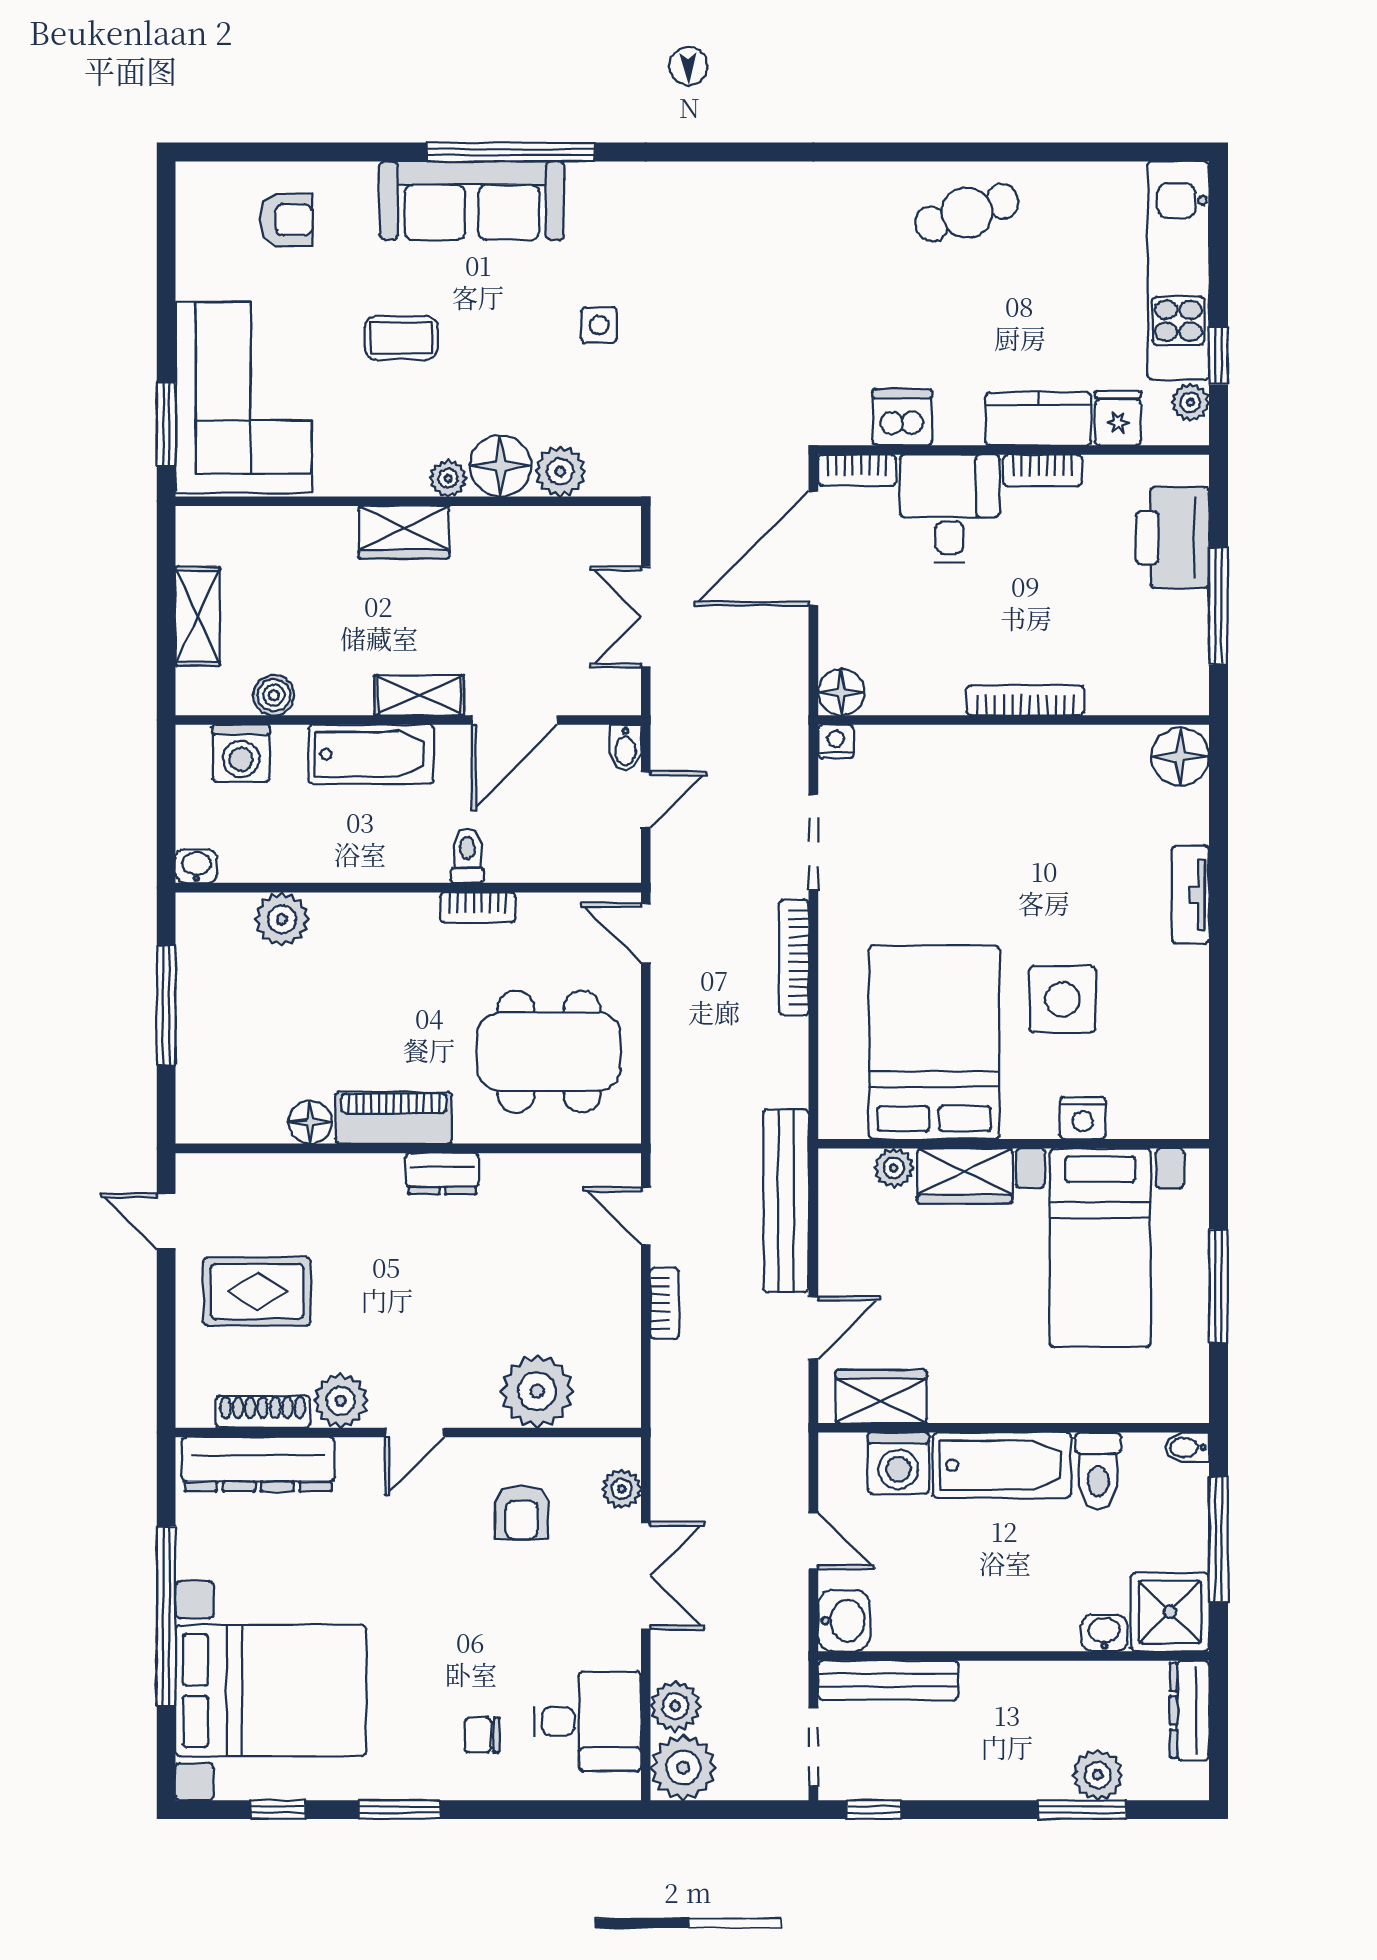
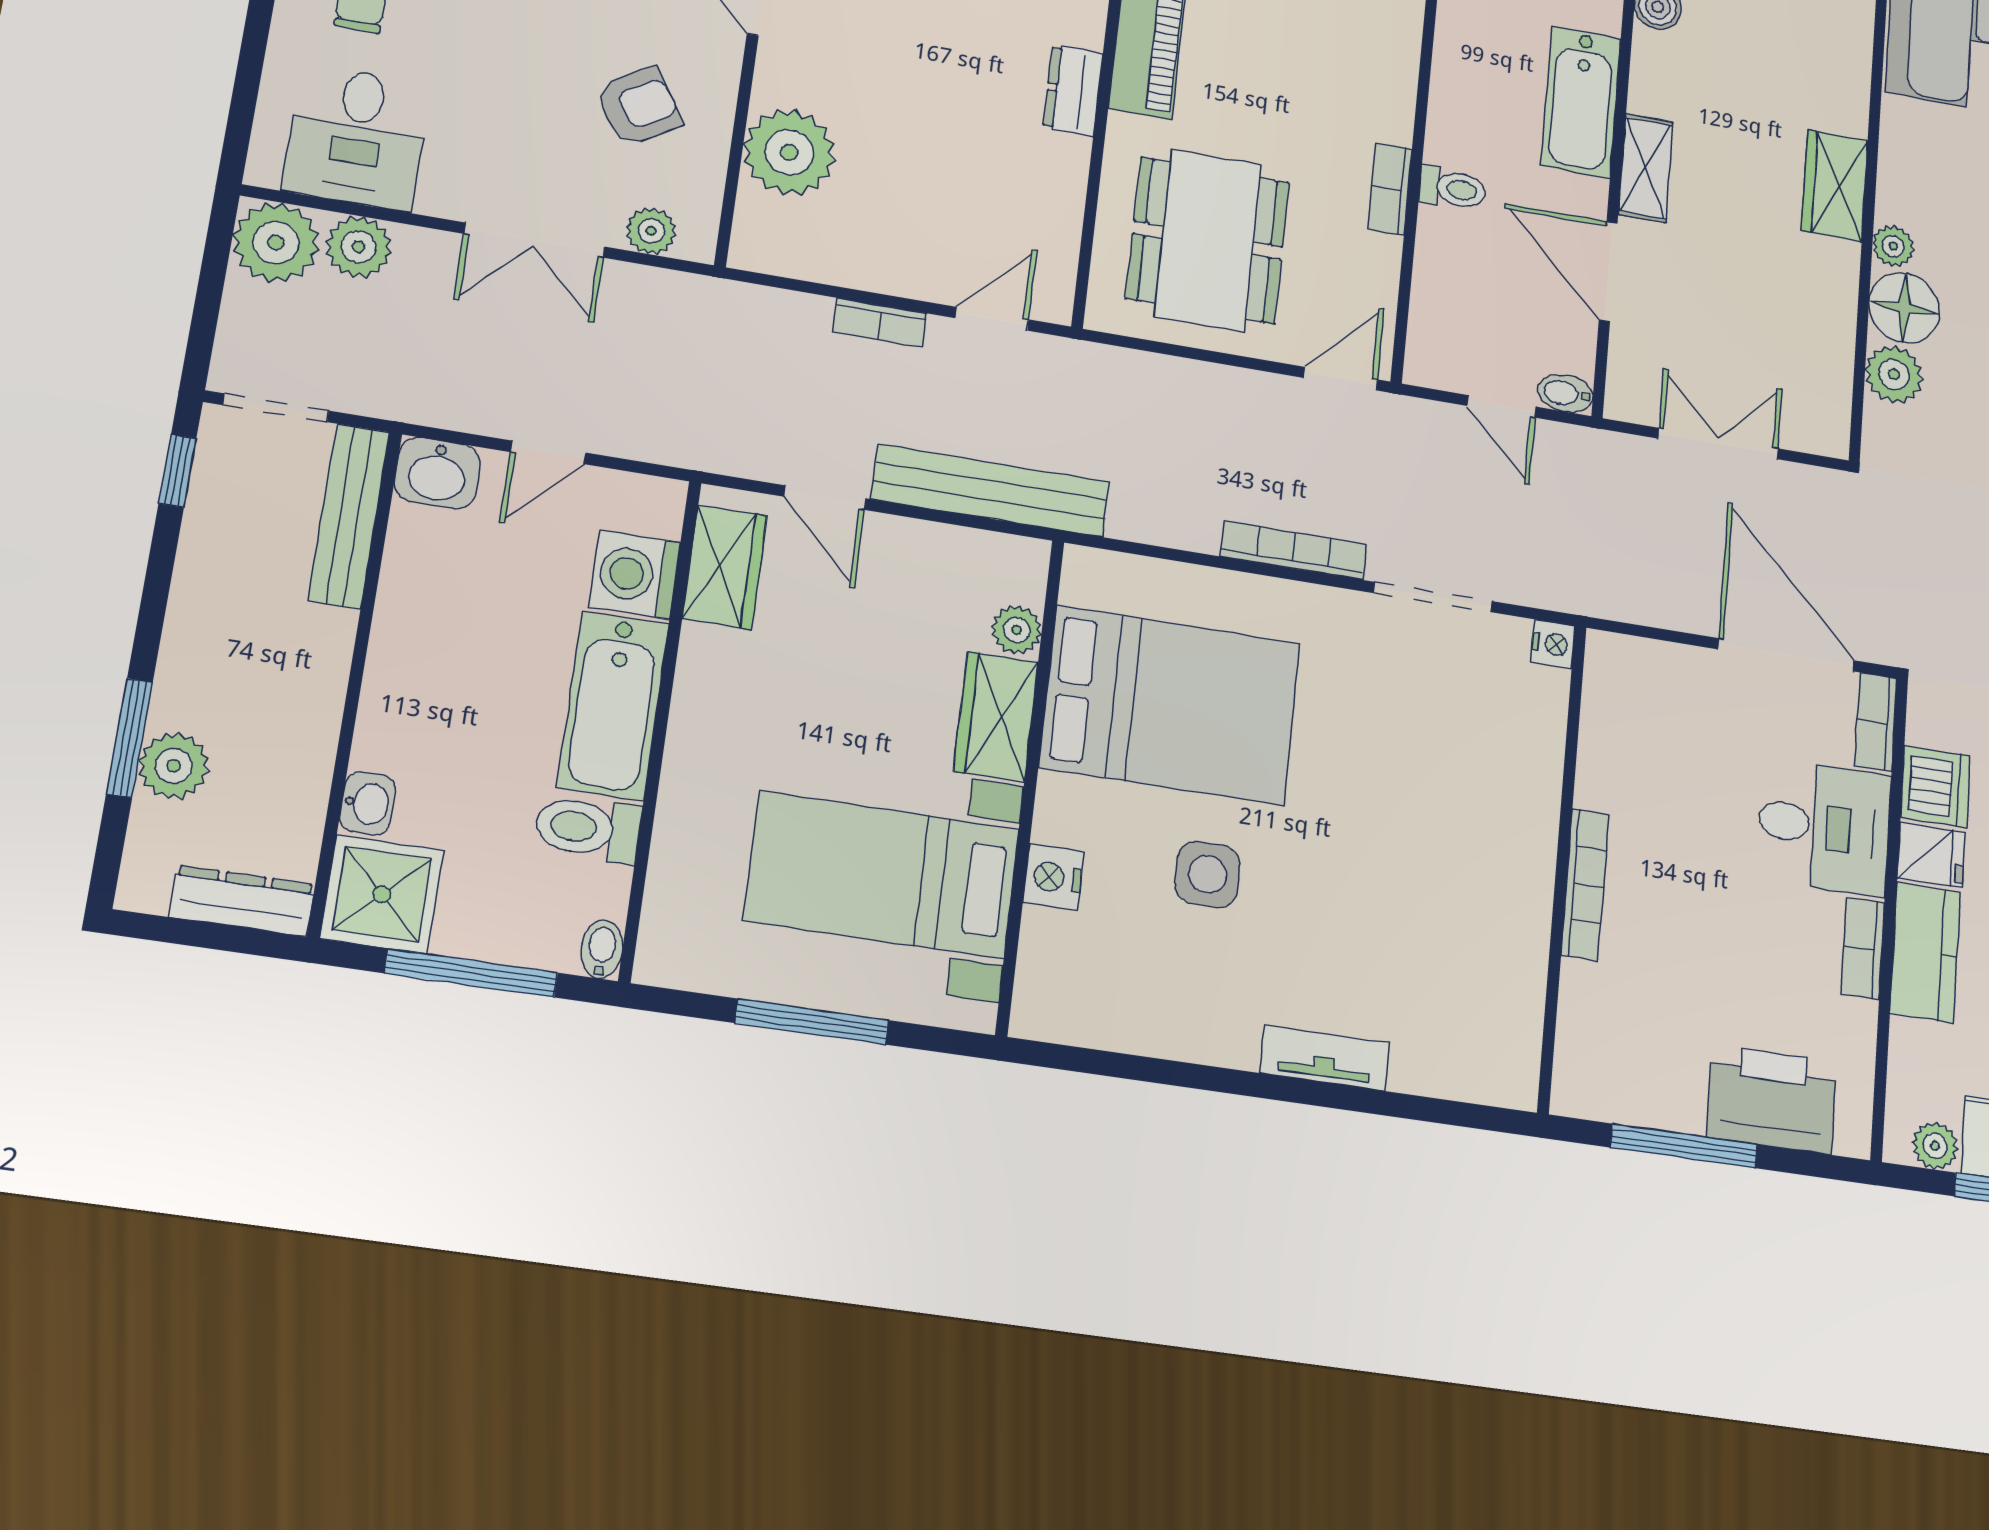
fridge: (1118, 418) -> (1931, 855), moved
floor lamp: (841, 692) -> (1612, 660), removed
floor lamp: (1180, 757) -> (1500, 1070), removed
side table: (1062, 999) -> (1208, 874), width x0.73, depth x0.73
armchair: (522, 1512) -> (639, 107), turned 148

